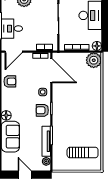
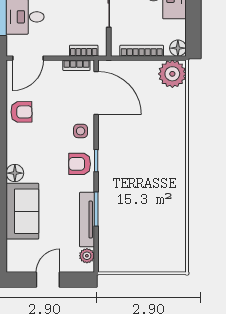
sun lounger: (83, 152) -> (152, 240), removed
door: (25, 175) -> (48, 280), hinge flipped

